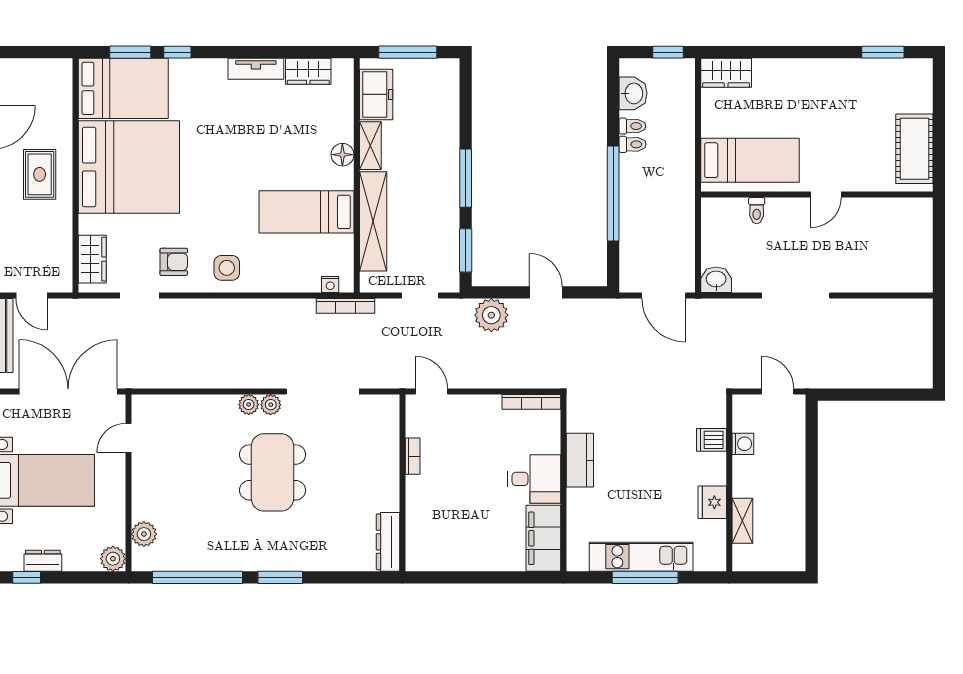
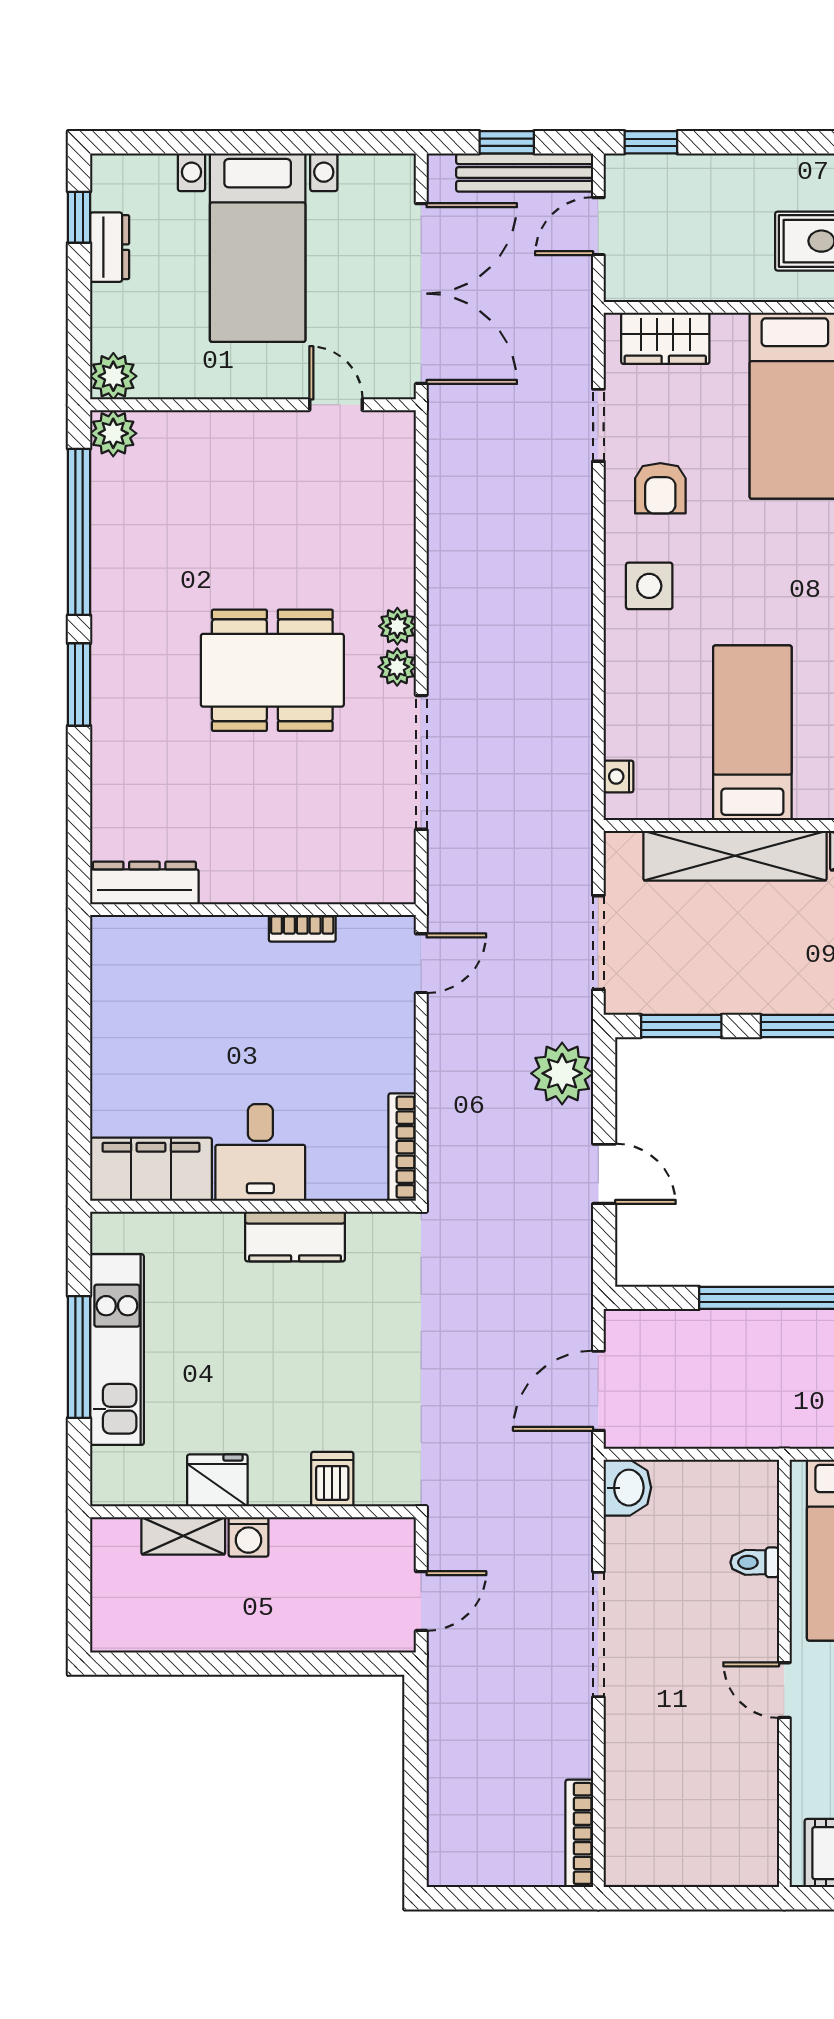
door: (546, 292) -> (604, 1174), hinge flipped
doorway: (420, 295) -> (598, 943), width x1.38
bookcase: (345, 306) -> (579, 1833), moved
washing machine: (743, 444) -> (248, 1537), moved
plant: (144, 534) -> (113, 433), moved

